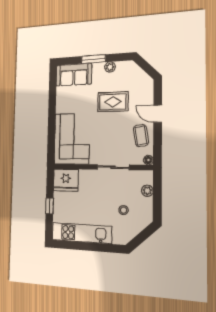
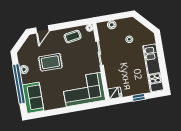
window: (94, 59) -> (19, 84), width x2.11
rug: (113, 102) -> (50, 62), turned 90
door: (158, 114) -> (42, 29), moved
fridge: (66, 180) -> (115, 93), width x0.53, depth x0.75

